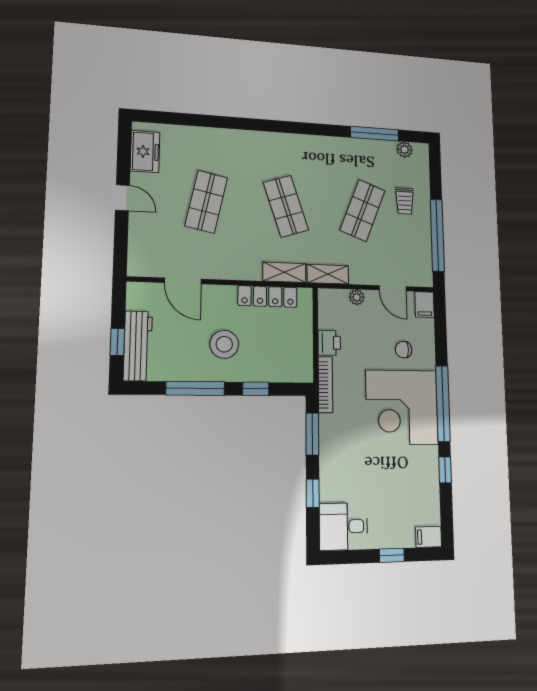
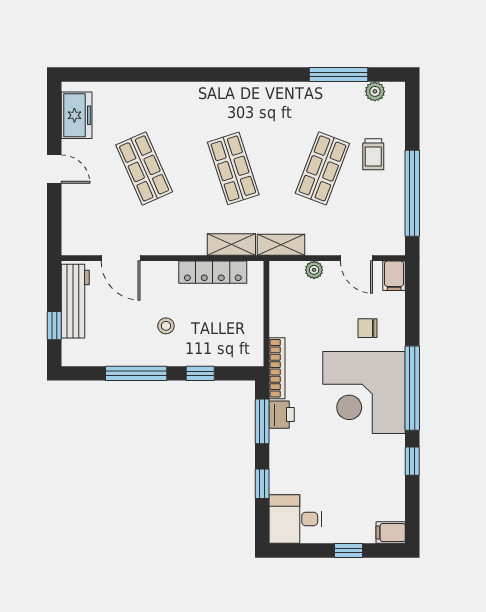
shop shelf: (206, 202) -> (144, 168), turned -36
printer: (329, 343) -> (282, 415), moved
stool: (224, 344) -> (166, 326), width x0.53, depth x0.53
workbench: (138, 346) -> (75, 301), moved

